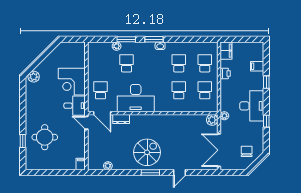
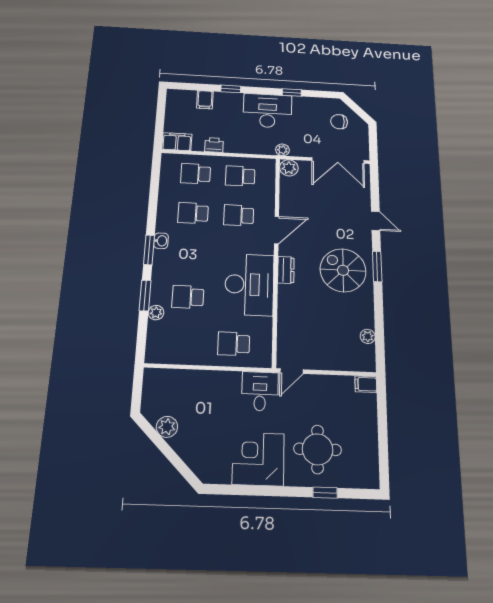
plant: (34, 77) -> (167, 427), moved
corner desk: (72, 82) -> (258, 459), moved, turned 180
door: (102, 113) -> (277, 230), moved
dresser: (121, 119) -> (286, 270), moved

